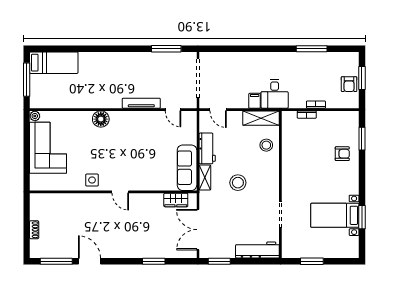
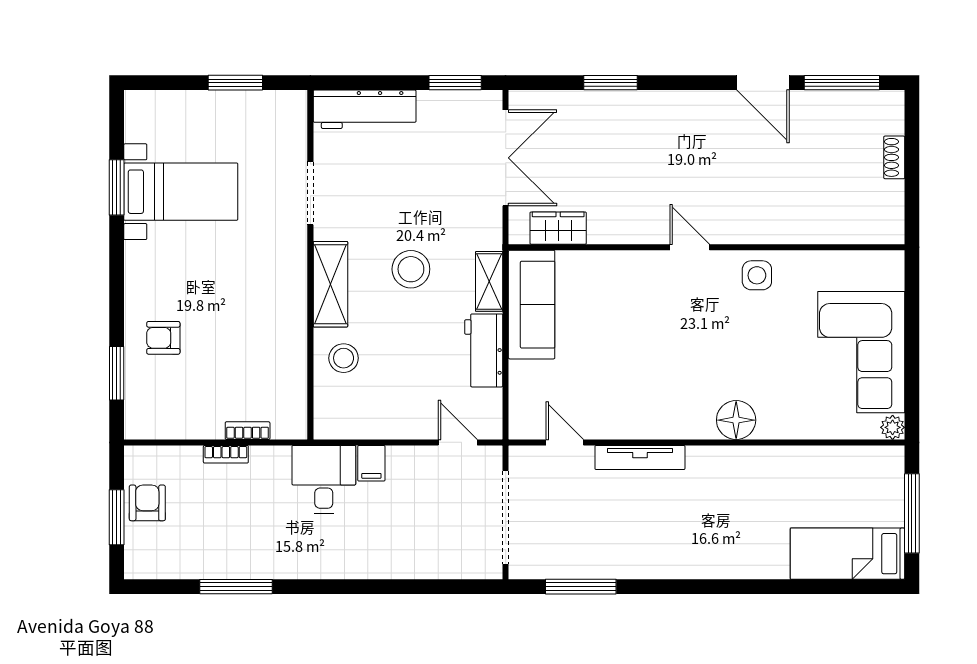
shelving: (261, 118) -> (330, 284), moved, turned 90

